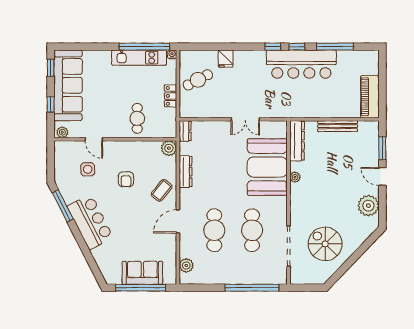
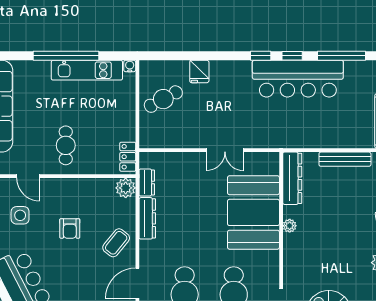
window: (144, 47) -> (66, 56), moved
locker: (171, 96) -> (128, 157), moved
cafe table: (137, 118) -> (66, 145), moved
dresser: (185, 131) -> (147, 182), moved

